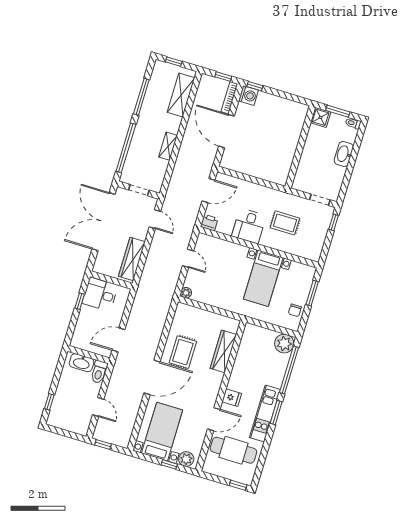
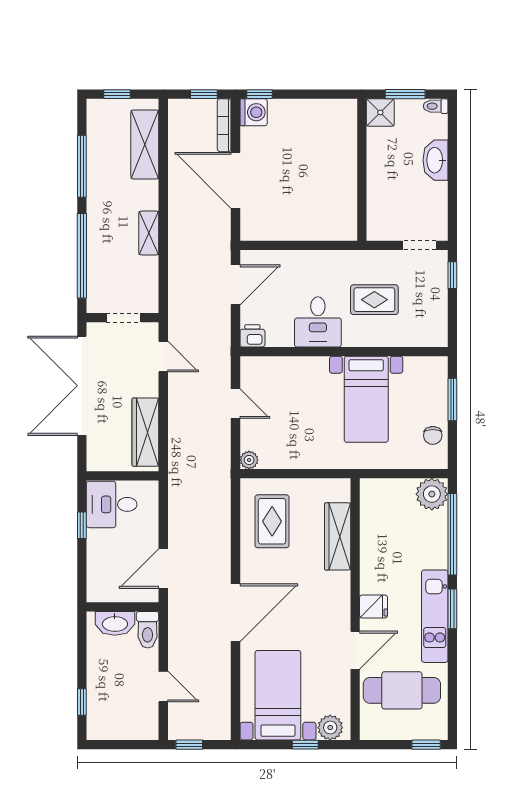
rug: (183, 352) -> (272, 521), moved

